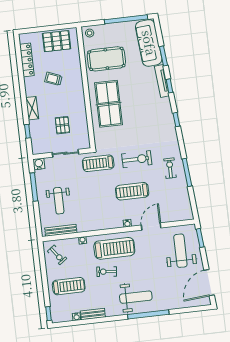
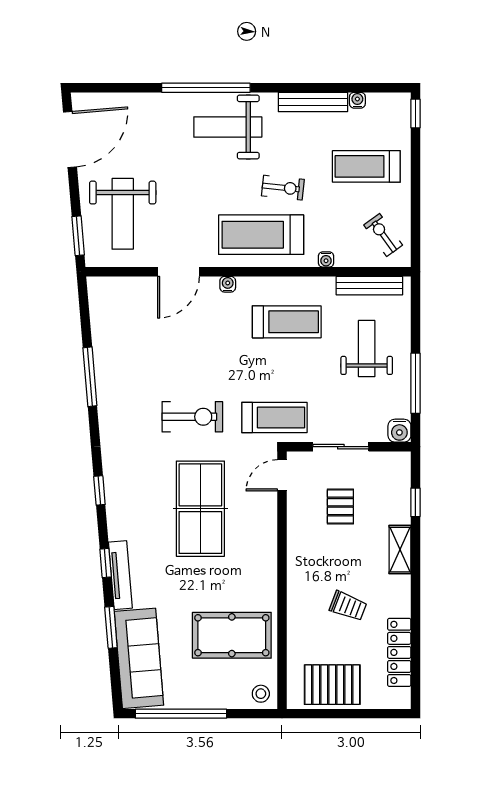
table tennis table: (108, 104) -> (200, 509), moved
door: (91, 137) -> (282, 475), added
exercise bike: (137, 159) -> (192, 417), turned 180
exercise bike: (170, 168) -> (125, 390), removed
treadmill: (132, 191) -> (287, 322), moved
bench: (93, 314) -> (313, 102), width x1.36

